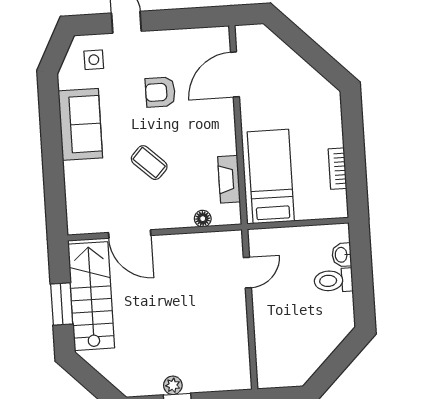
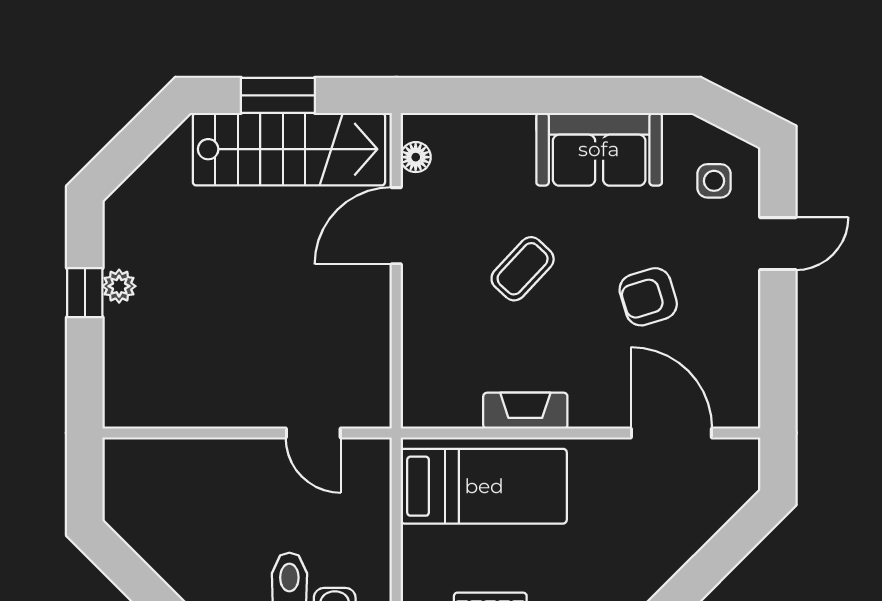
armchair: (160, 92) -> (648, 297), turned -107
fireplace: (229, 179) -> (525, 411), moved
floor lamp: (203, 219) -> (416, 157), moved

